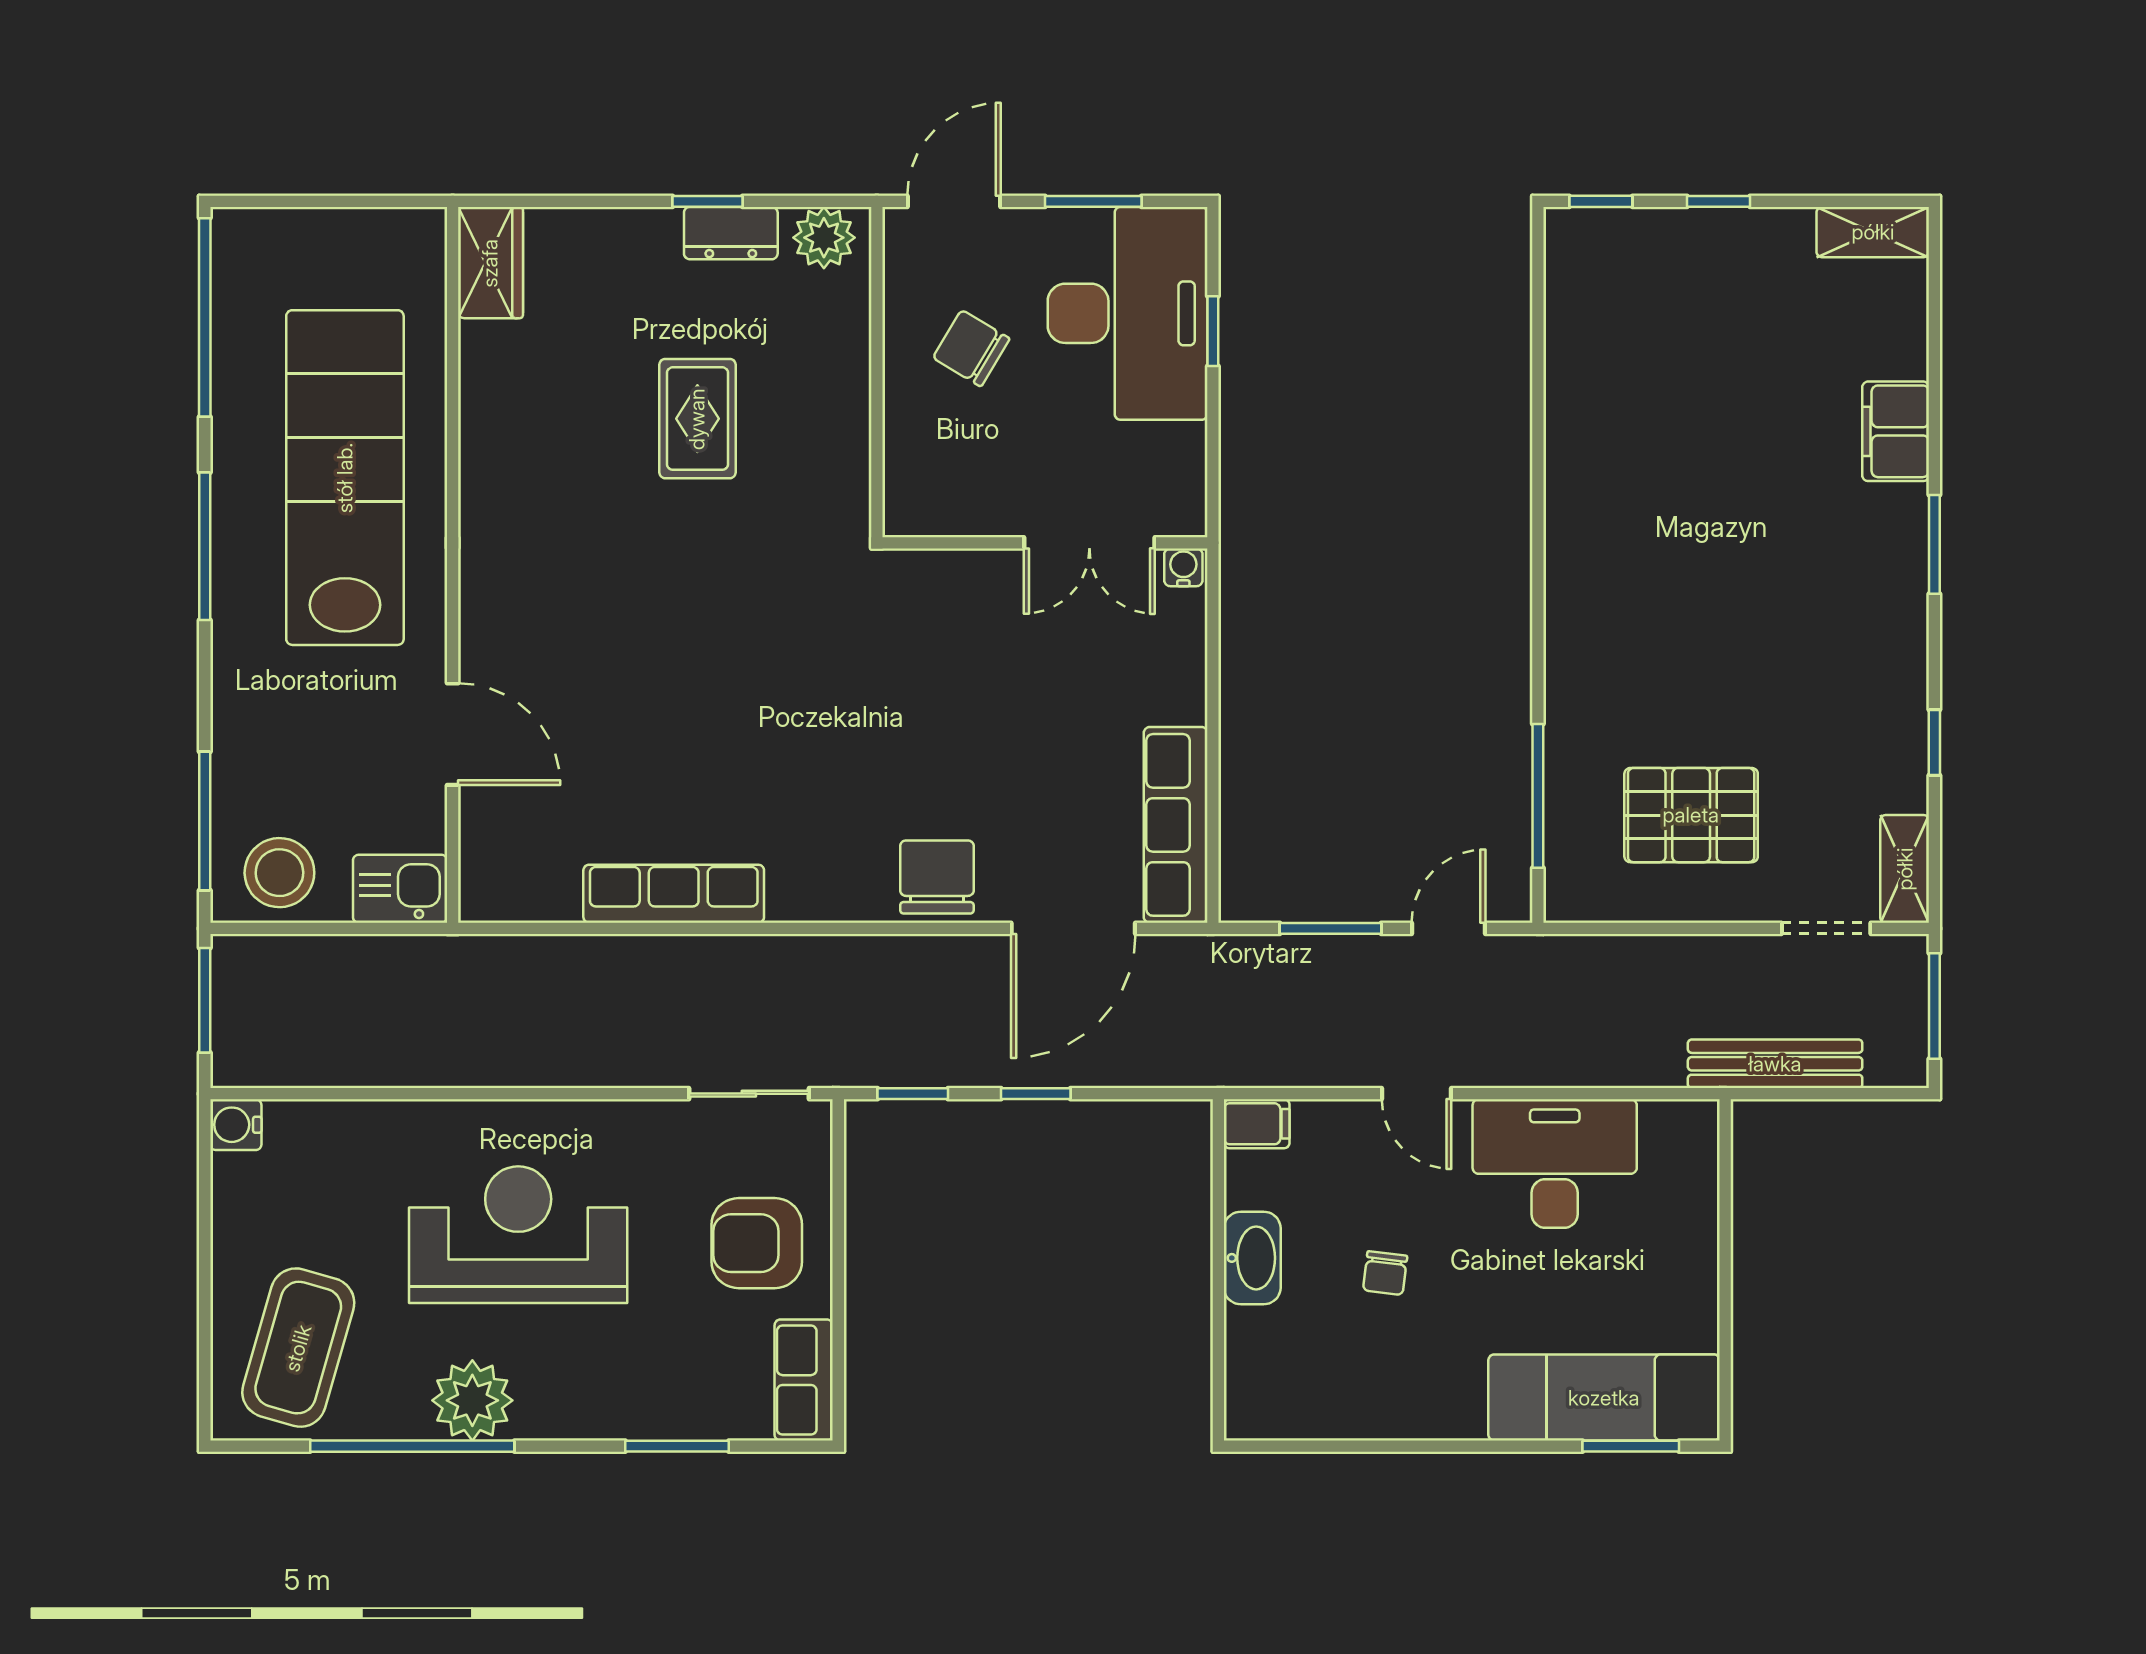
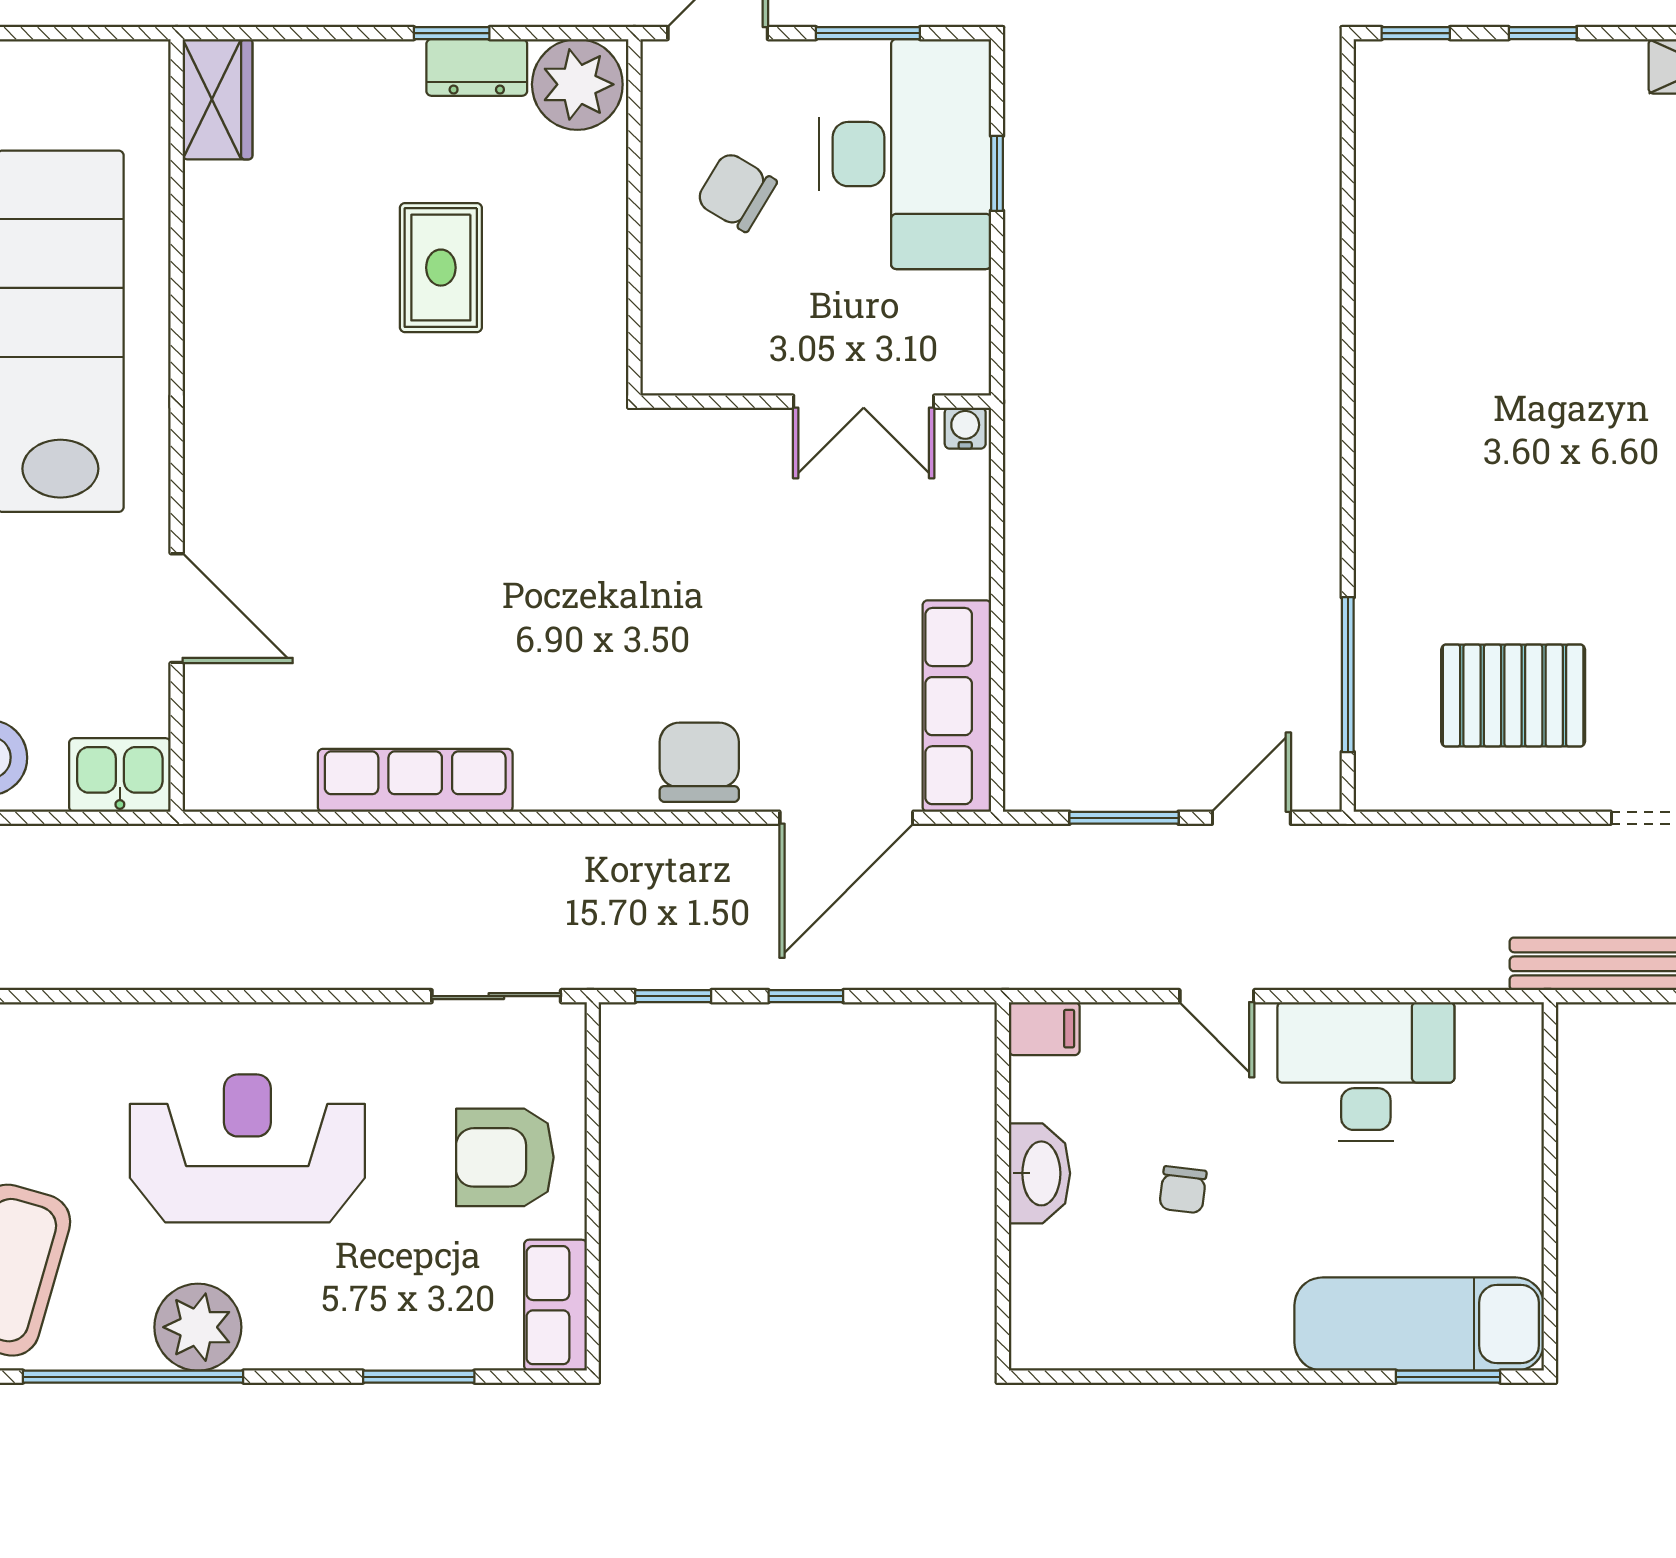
plant: (824, 238) -> (577, 84), width x1.36, depth x1.36

